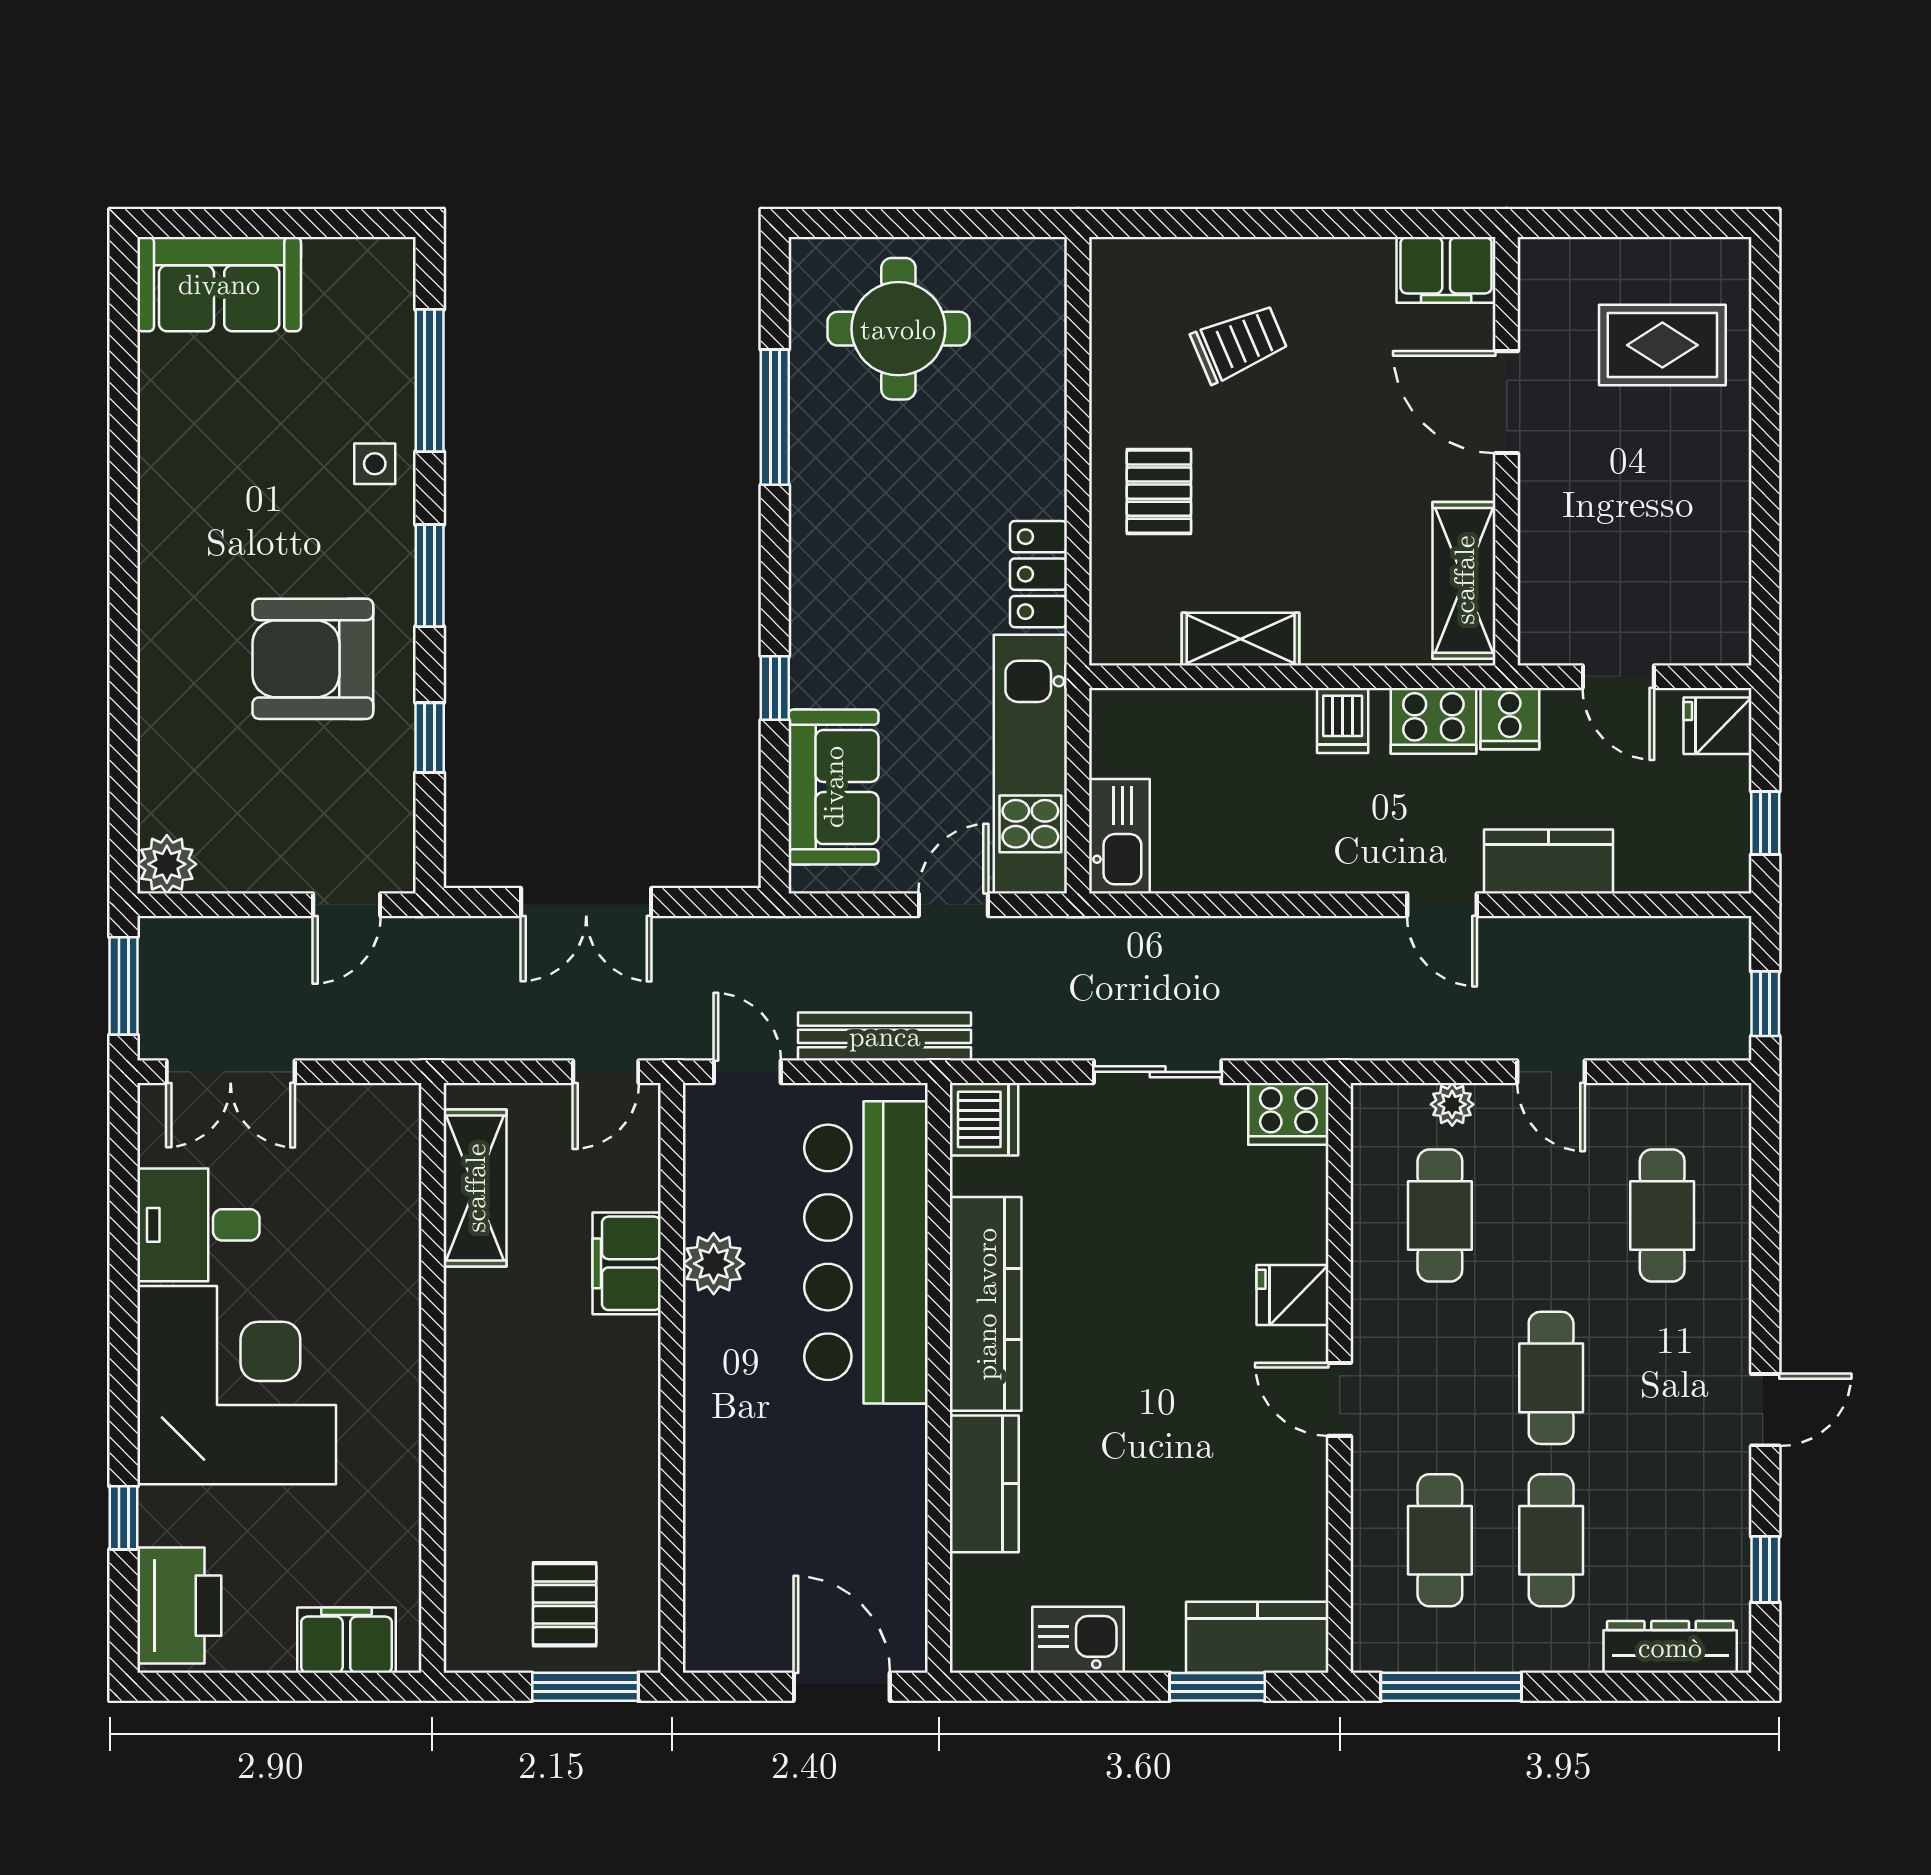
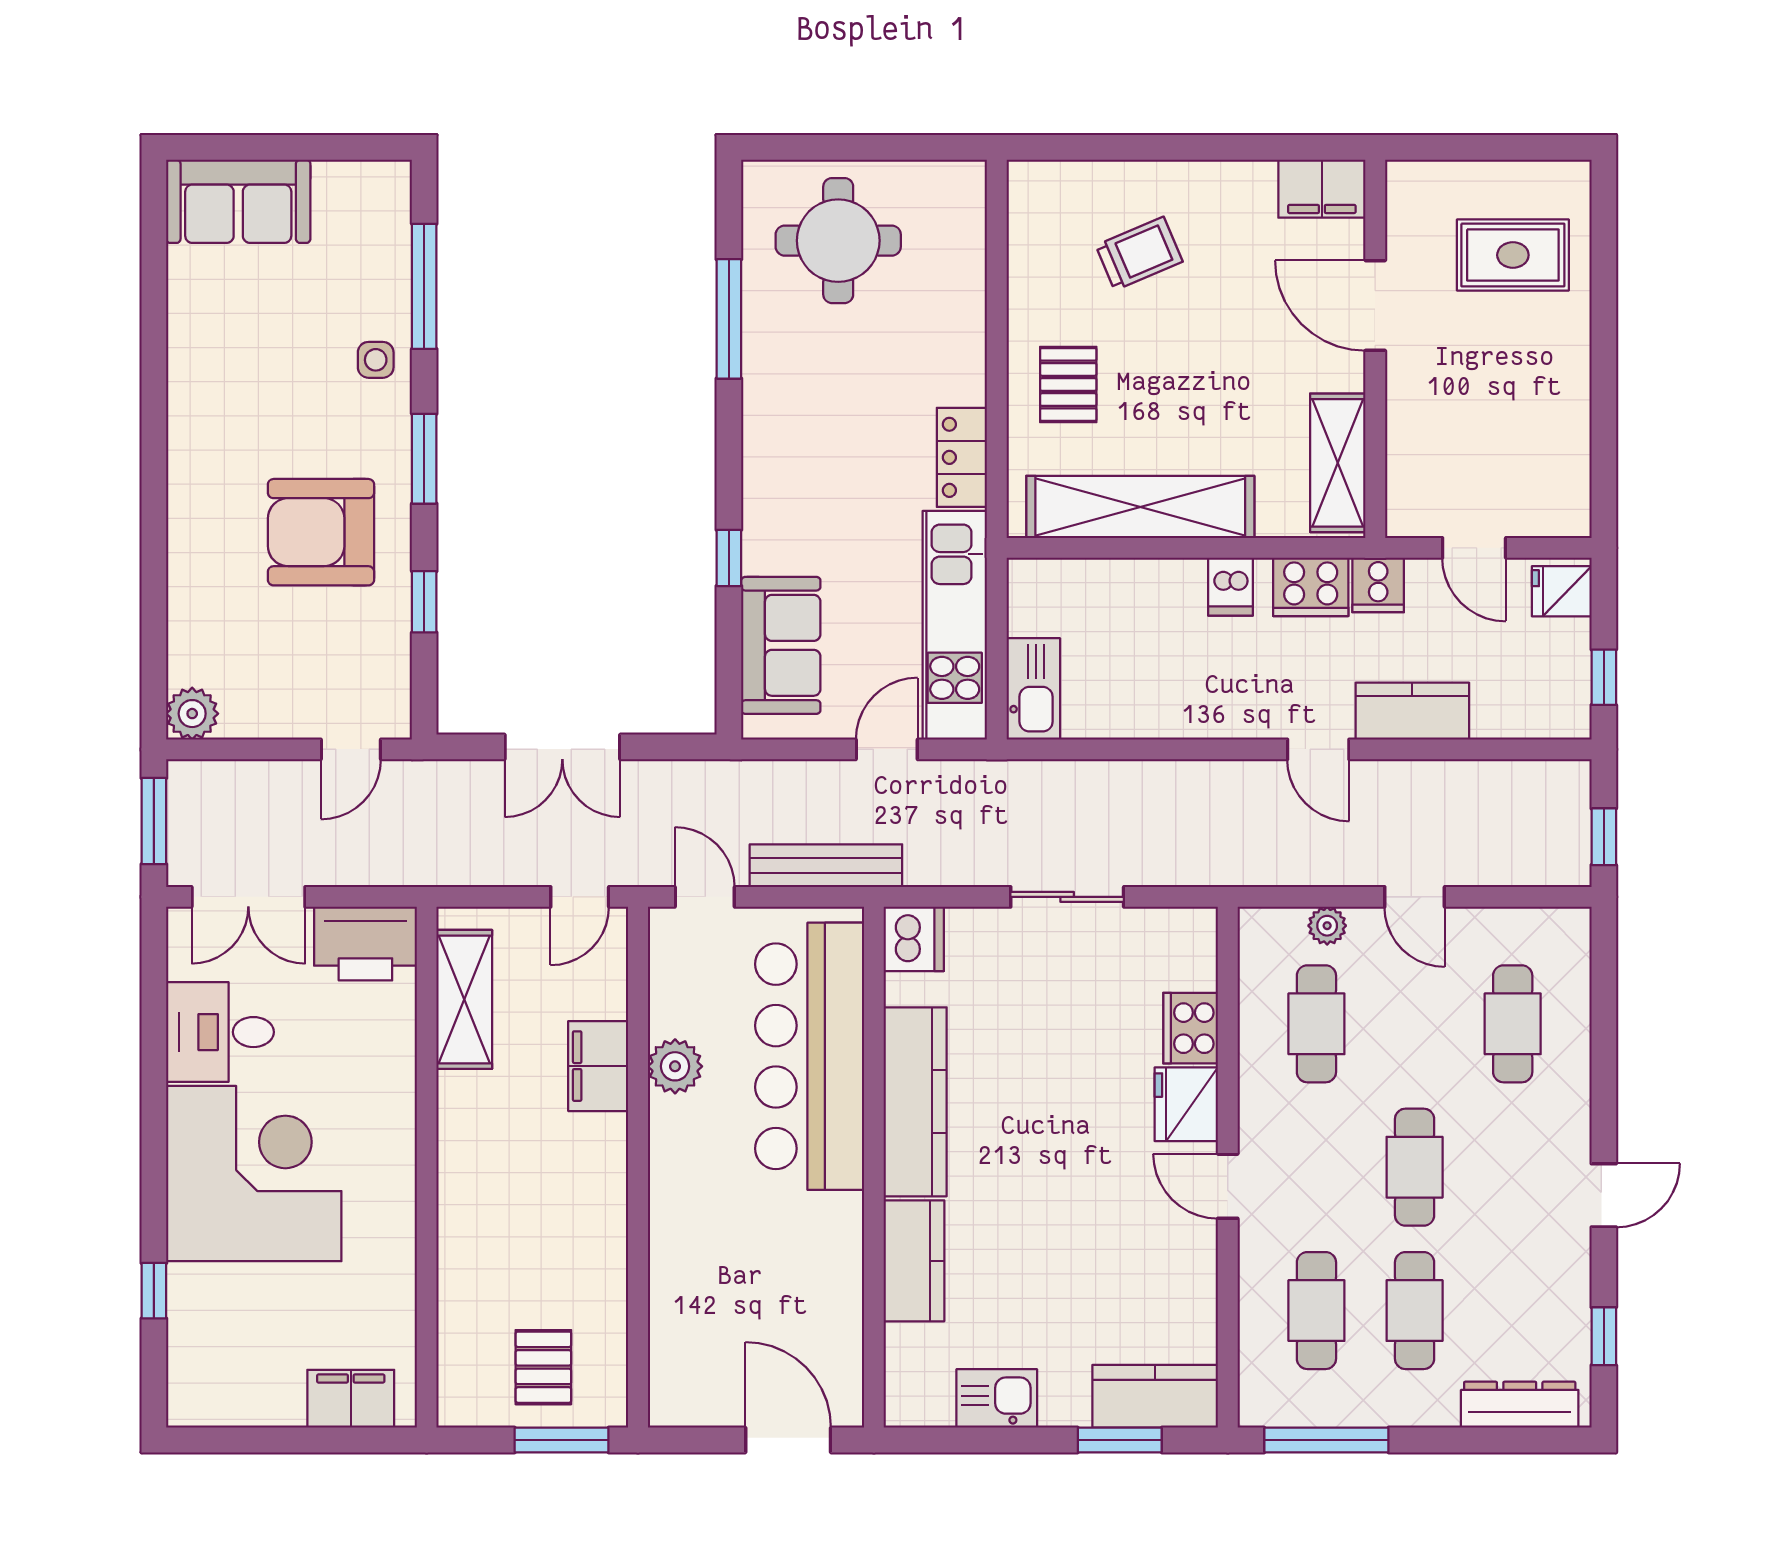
shelving: (1241, 639) -> (1140, 507), width x2.20, depth x1.33
cooker: (1288, 1114) -> (1191, 1028), moved, turned 90
fridge: (1293, 1295) -> (1186, 1104), width x1.38
printer: (179, 1606) -> (365, 944), moved, turned 90

